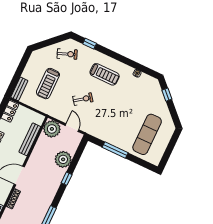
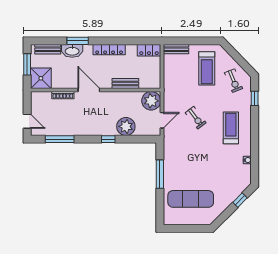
treadmill: (105, 74) -> (231, 128), turned 180
treadmill: (48, 84) -> (207, 68), moved, turned -90
bench: (30, 139) -> (125, 84), width x0.73

